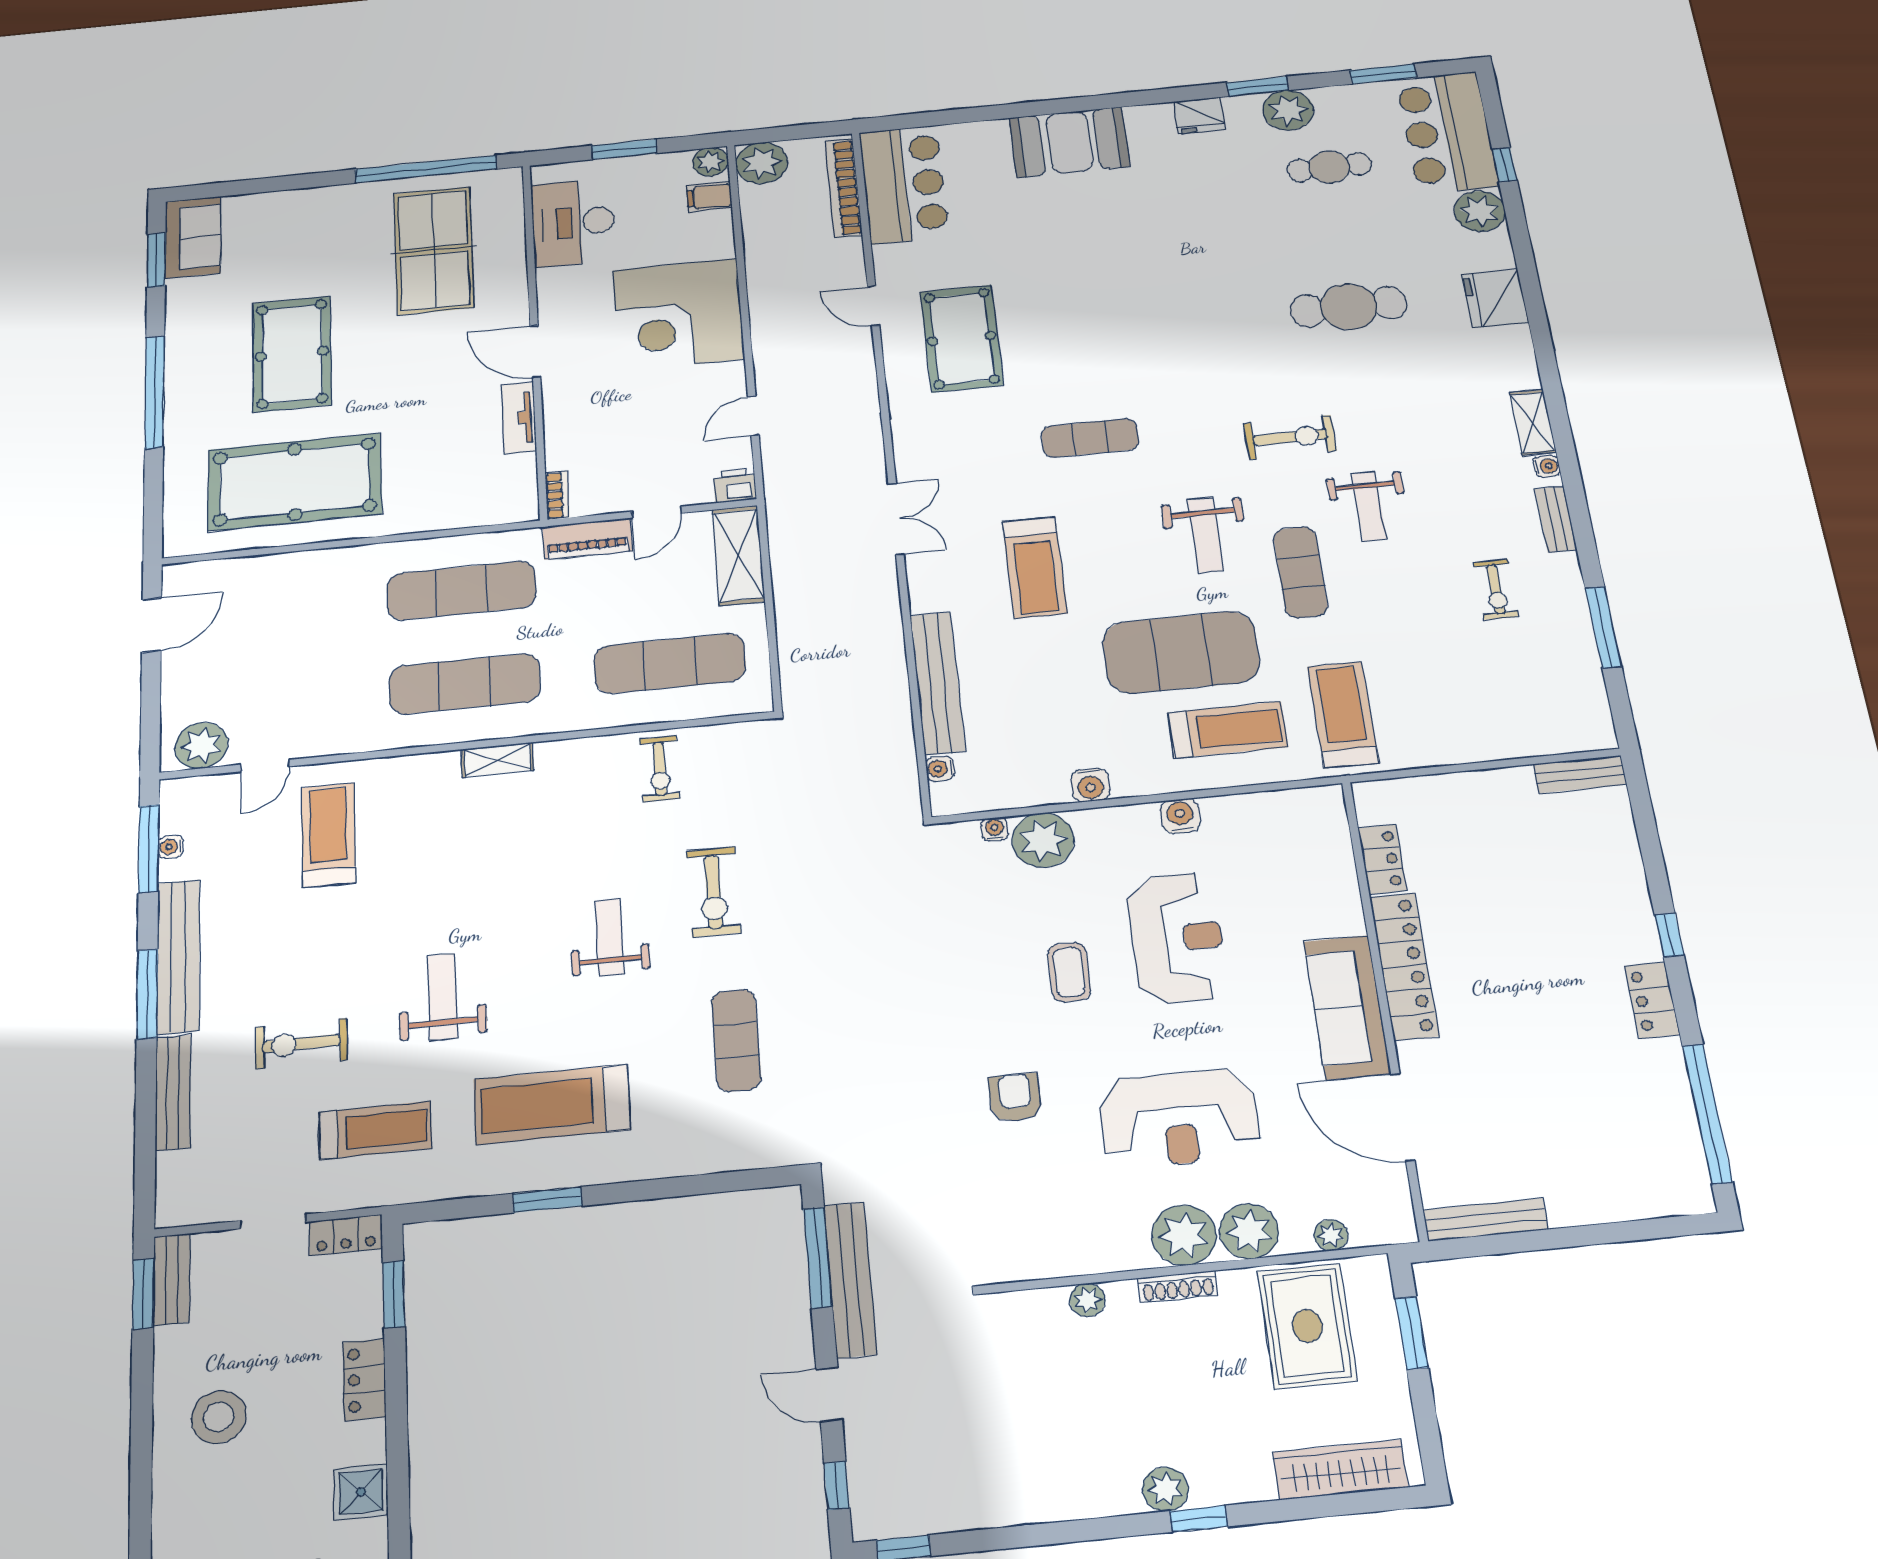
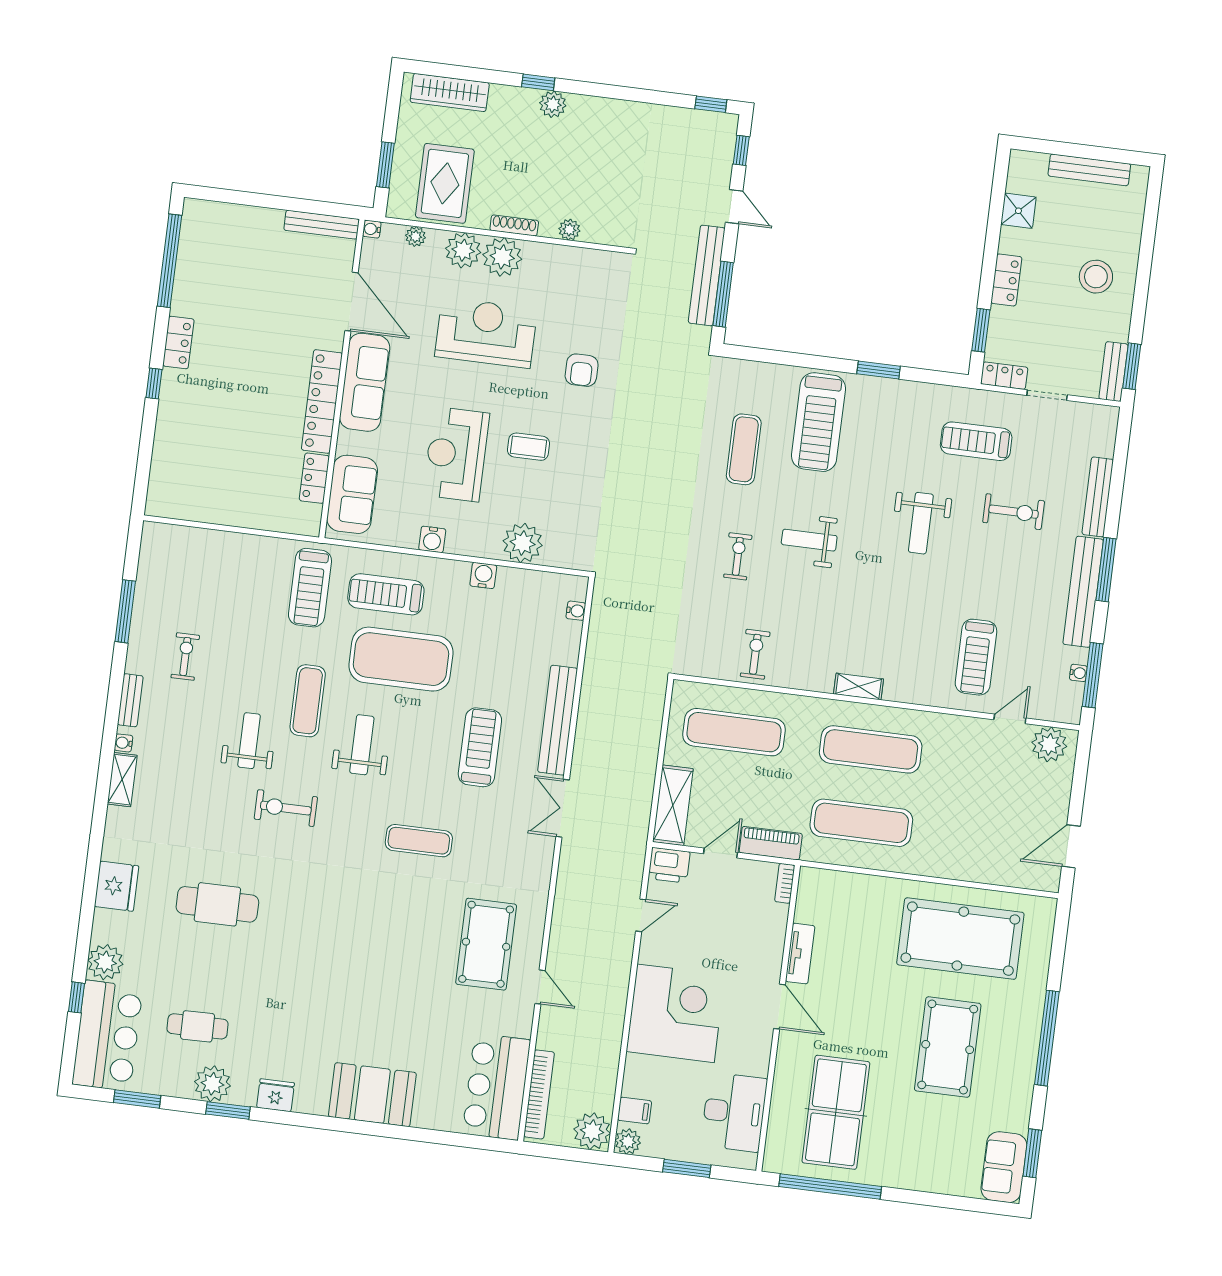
printer: (735, 486) -> (669, 865), width x1.36, depth x1.24
bench: (937, 683) -> (558, 720), moved
bench: (1580, 774) -> (173, 508), removed
water cooler: (995, 829) -> (372, 229), moved, turned 90
sofa: (1319, 850) -> (352, 494), added
exercise bike: (714, 892) -> (738, 556), width x0.73, depth x0.72
weight bench: (609, 937) -> (809, 540), turned 90
coffee table: (1069, 972) -> (528, 447), turned 90
treadmill: (552, 1104) -> (818, 422), moved, turned 90

